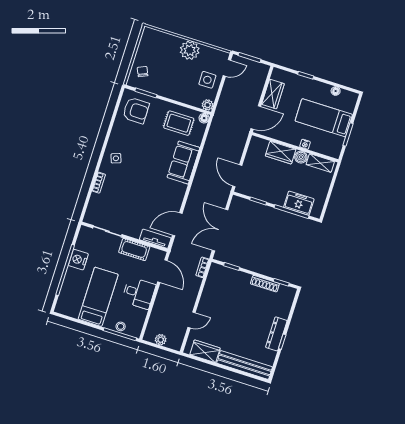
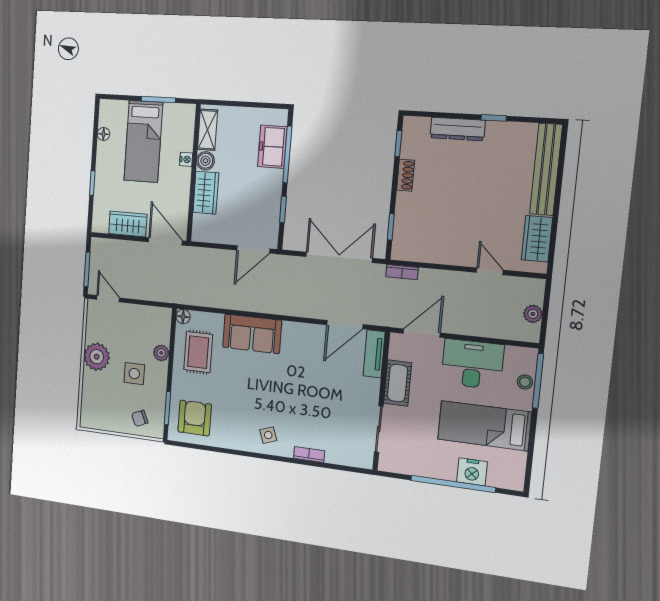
side table: (207, 80) -> (134, 374), moved
plant: (208, 105) -> (161, 353), moved
door: (177, 224) -> (345, 325), hinge flipped
double door: (220, 230) -> (339, 257), swing flipped
nightstand: (78, 260) -> (472, 472), moved
shoe rack: (265, 284) -> (406, 175), width x0.70
desk: (139, 293) -> (472, 364), width x1.37
dresser: (276, 334) -> (458, 129), moved

